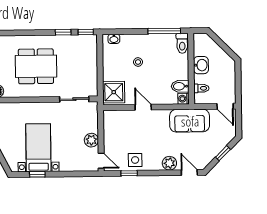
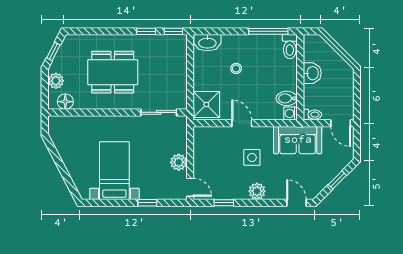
washbasin: (114, 39) -> (207, 43), width x1.91, depth x1.45
toilet: (201, 88) -> (312, 115), moved
side table: (135, 160) -> (252, 157), moved
plant: (169, 163) -> (257, 191), moved
window: (37, 174) -> (147, 203), moved

